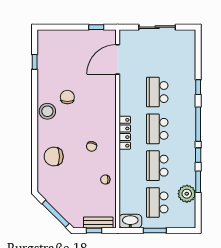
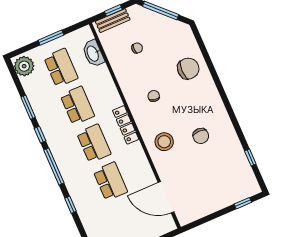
window: (96, 27) -> (243, 203), moved
door: (118, 59) -> (166, 197), swing flipped
stool: (47, 111) -> (164, 142), moved
chair: (105, 180) -> (137, 48), moved
plant: (187, 194) -> (24, 66), moved
washbasin: (130, 221) -> (93, 53), moved, turned 90

